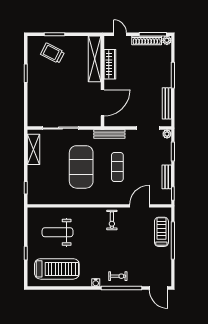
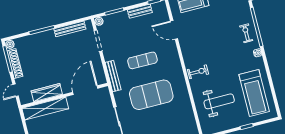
door: (102, 103) -> (85, 90), hinge flipped
exercise bike: (112, 220) -> (198, 72), moved
weight bench: (58, 232) -> (219, 101), turned -90
treadmill: (57, 269) -> (254, 93), turned 180

